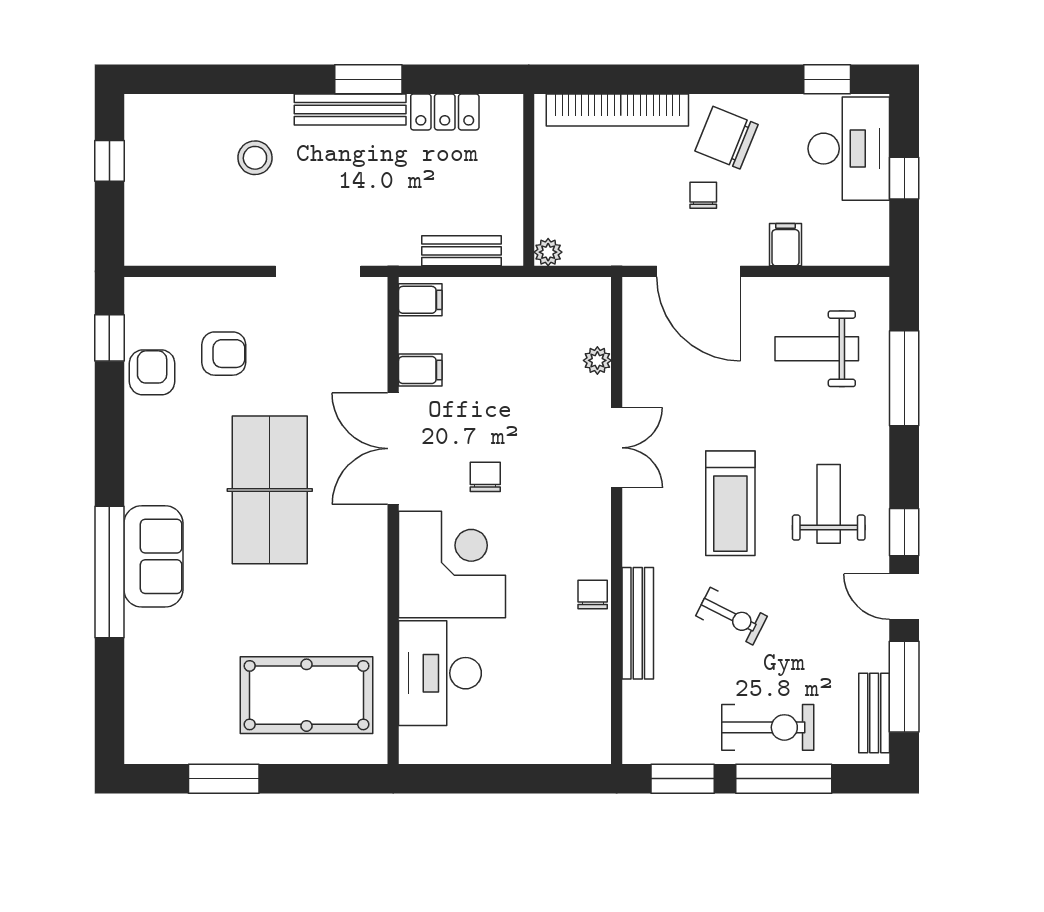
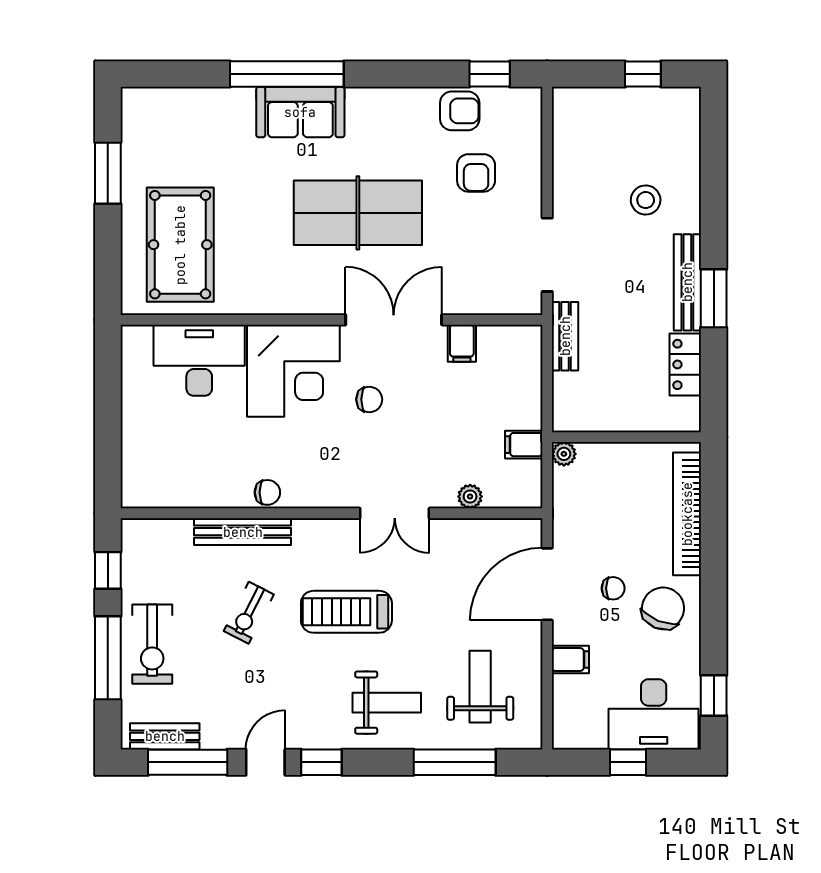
bench: (462, 251) -> (565, 336), moved
filing cabinet: (420, 300) -> (524, 445), moved, turned 90
weight bench: (829, 504) -> (387, 703), moved
window: (683, 779) -> (108, 570), width x0.67

